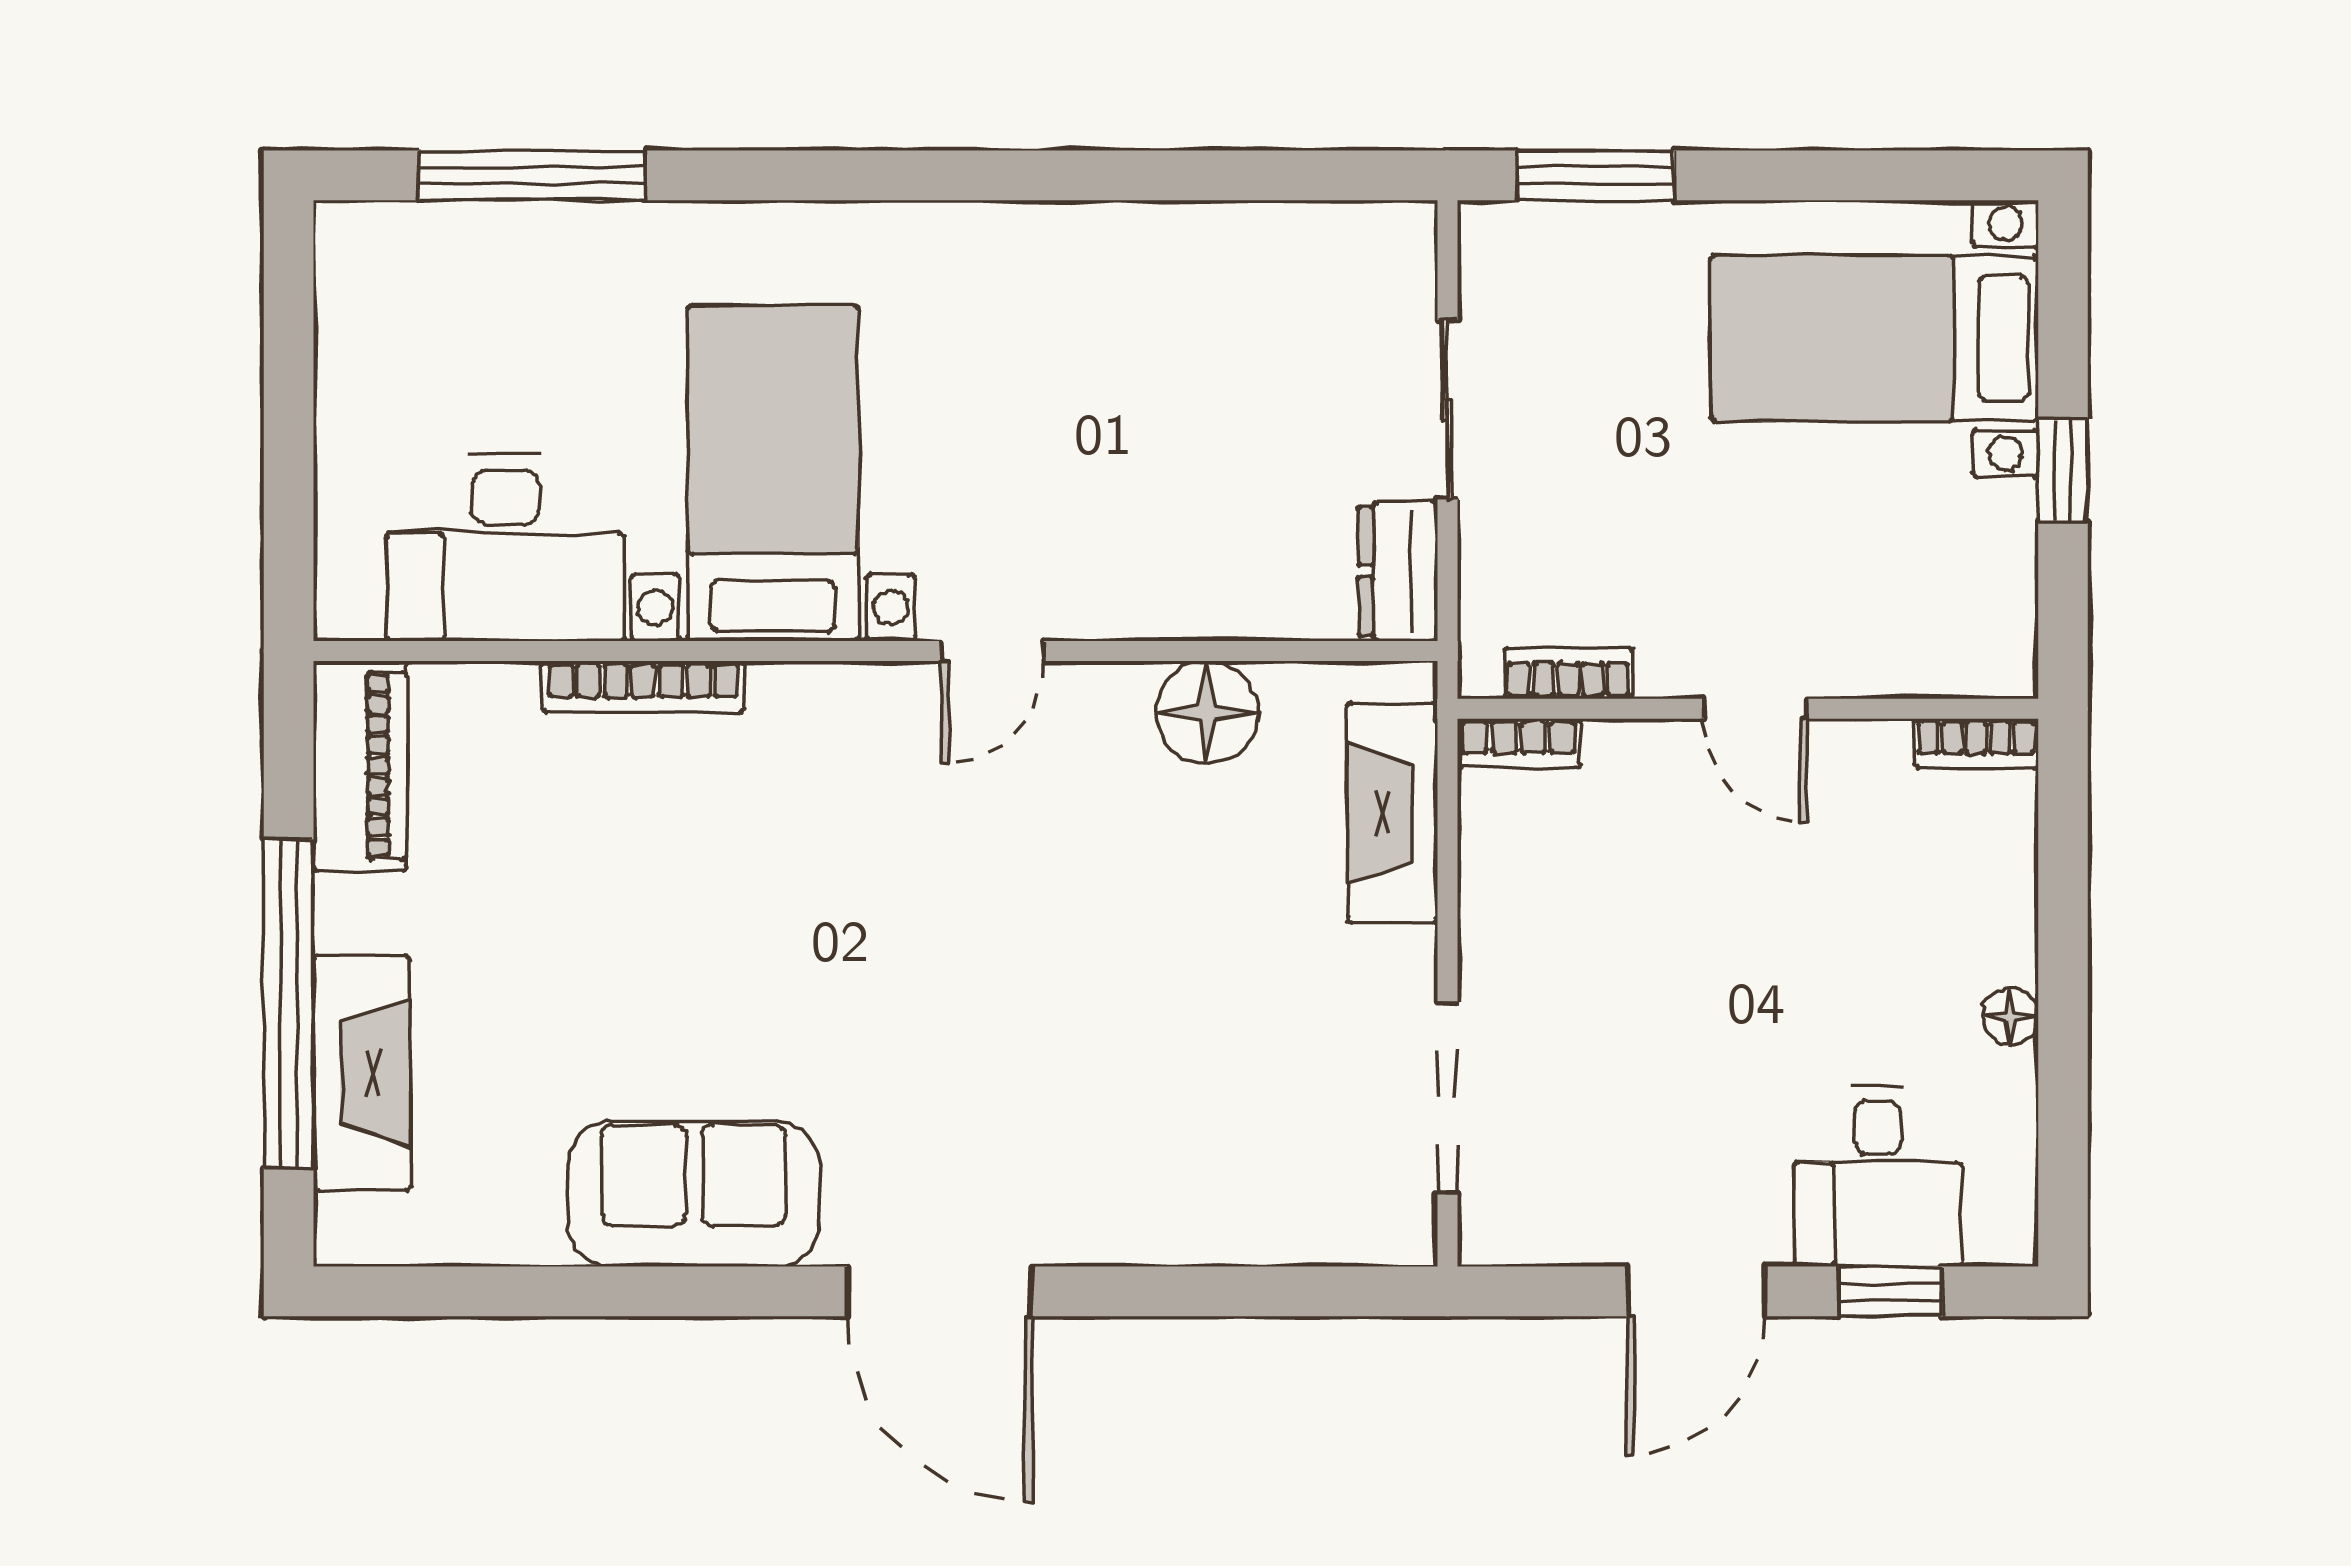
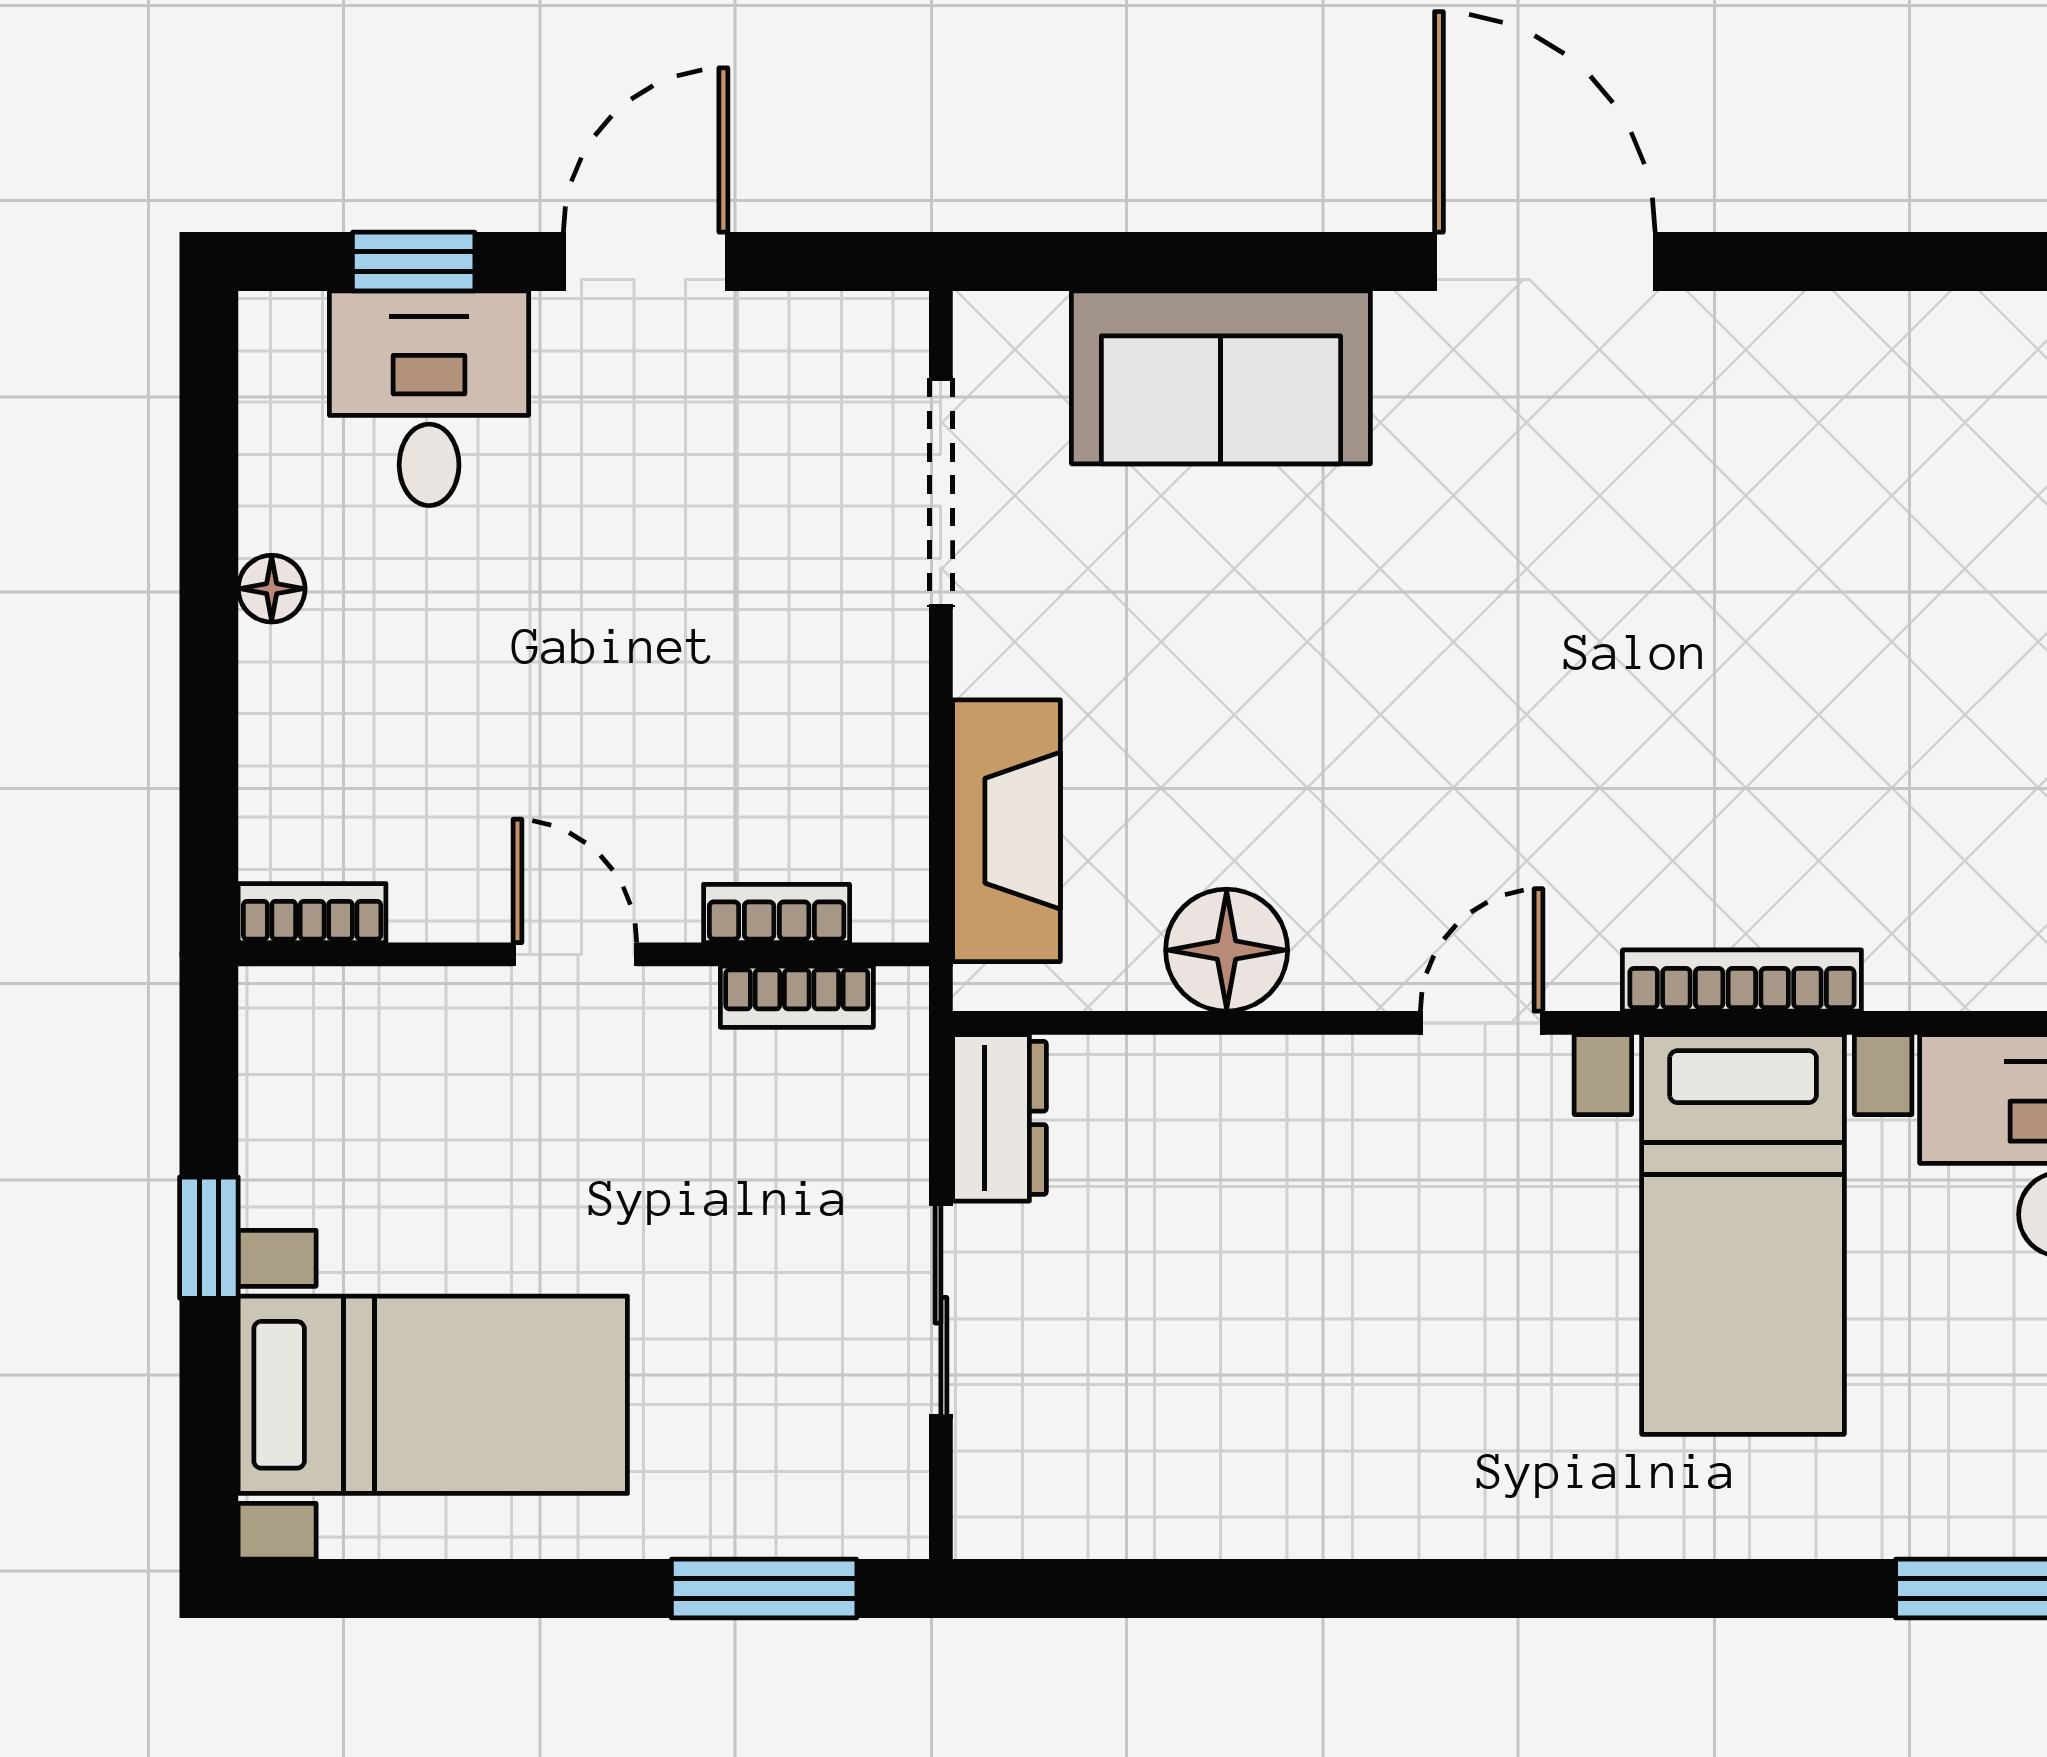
bookcase: (643, 687) -> (1742, 981), moved
bookcase: (1519, 743) -> (777, 913), moved
sofa: (694, 1194) -> (1221, 377), moved

